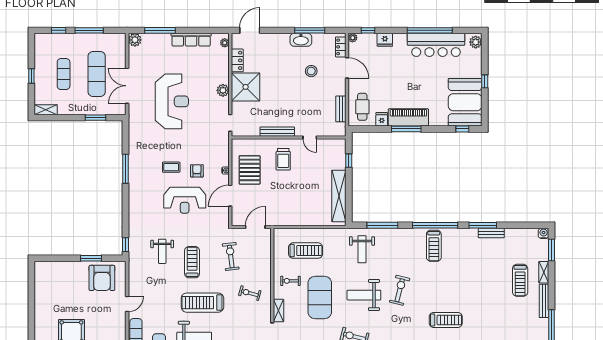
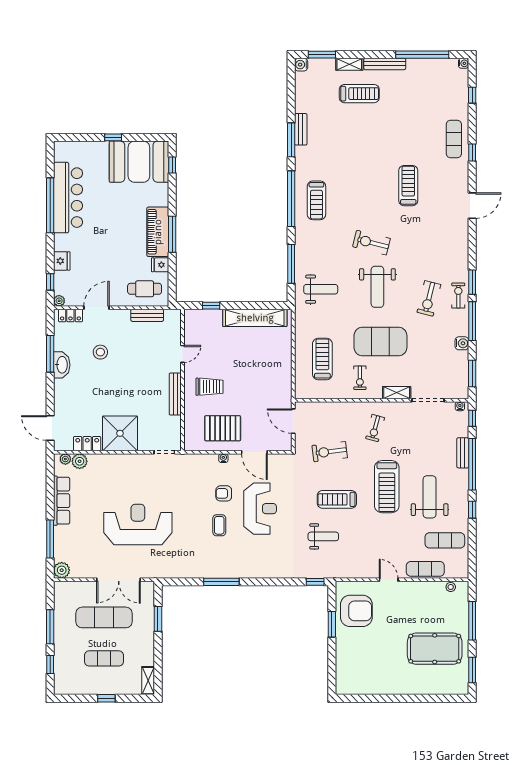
plant: (476, 42) -> (64, 149), removed
plant: (223, 90) -> (80, 461), moved
treadmill: (434, 246) -> (316, 200), turned 90

